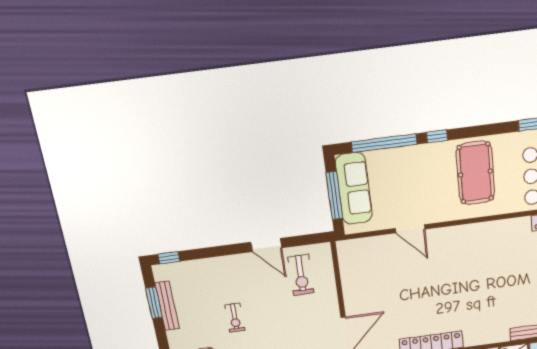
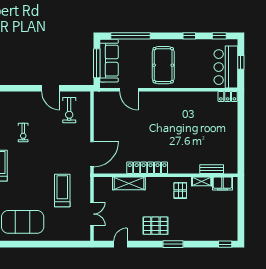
window: (437, 136) -> (189, 36), moved
pool table: (475, 173) -> (163, 65), moved
door: (410, 229) -> (129, 90), moved

